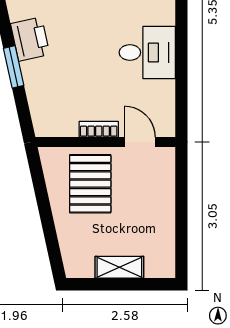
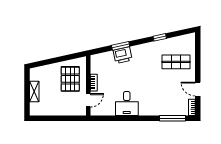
printer: (30, 39) -> (123, 55), moved
pallet: (90, 184) -> (70, 79), turned 90

